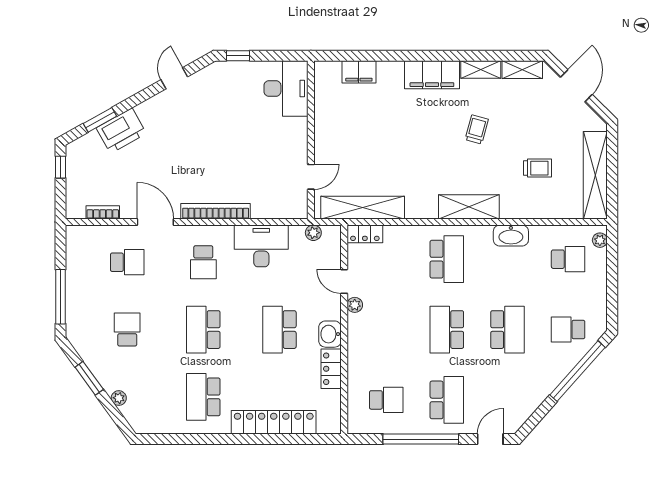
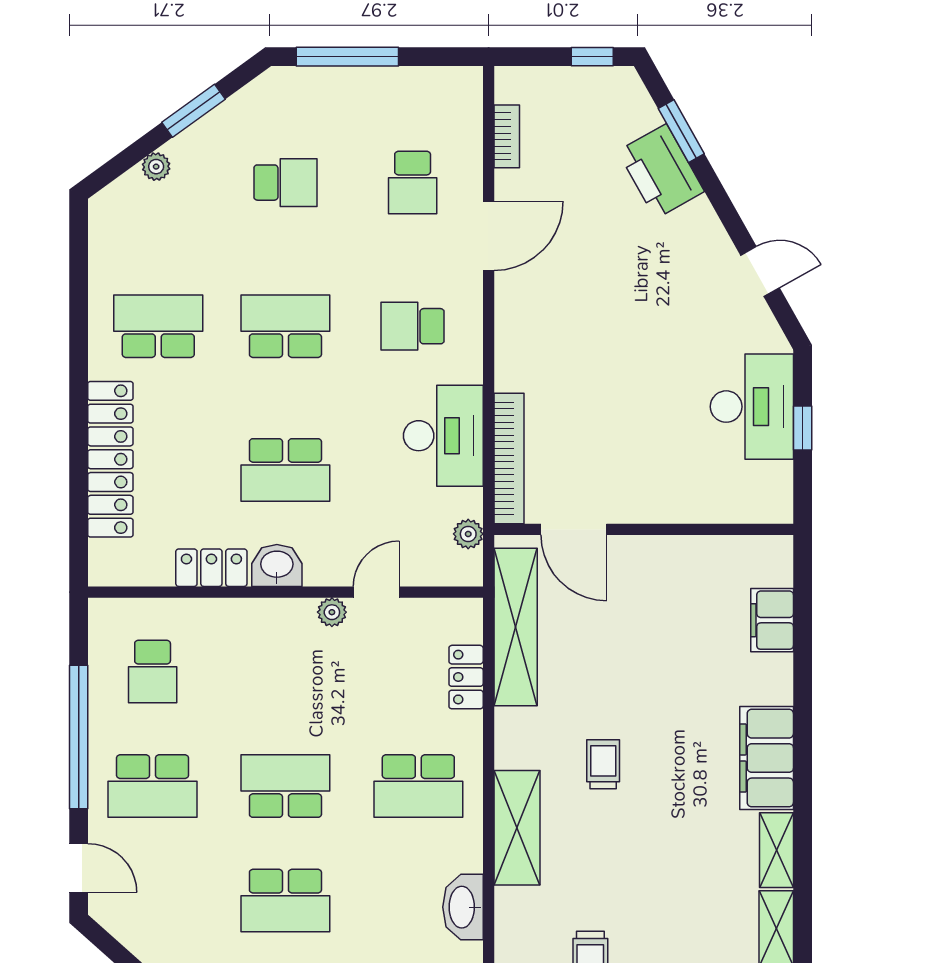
window: (238, 56) -> (803, 428), moved
desk: (286, 88) -> (752, 407), moved, turned -90
trolley: (477, 129) -> (603, 764), moved, turned -105
door: (311, 177) -> (574, 529), width x1.38
bookcase: (216, 211) -> (509, 458), moved
locker: (365, 234) -> (466, 677), moved
school desk: (279, 330) -> (285, 470), turned 180

